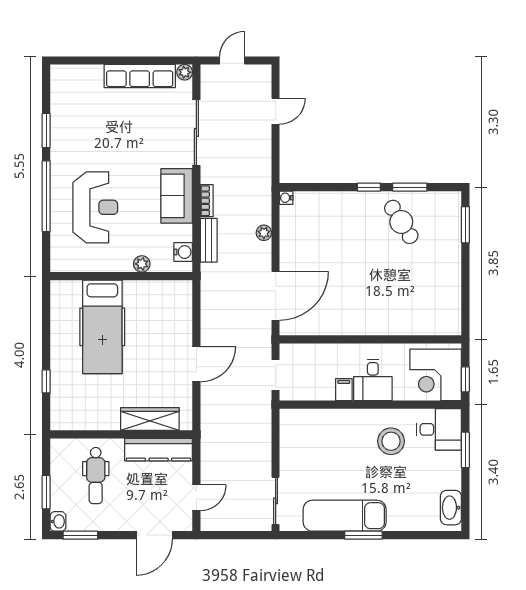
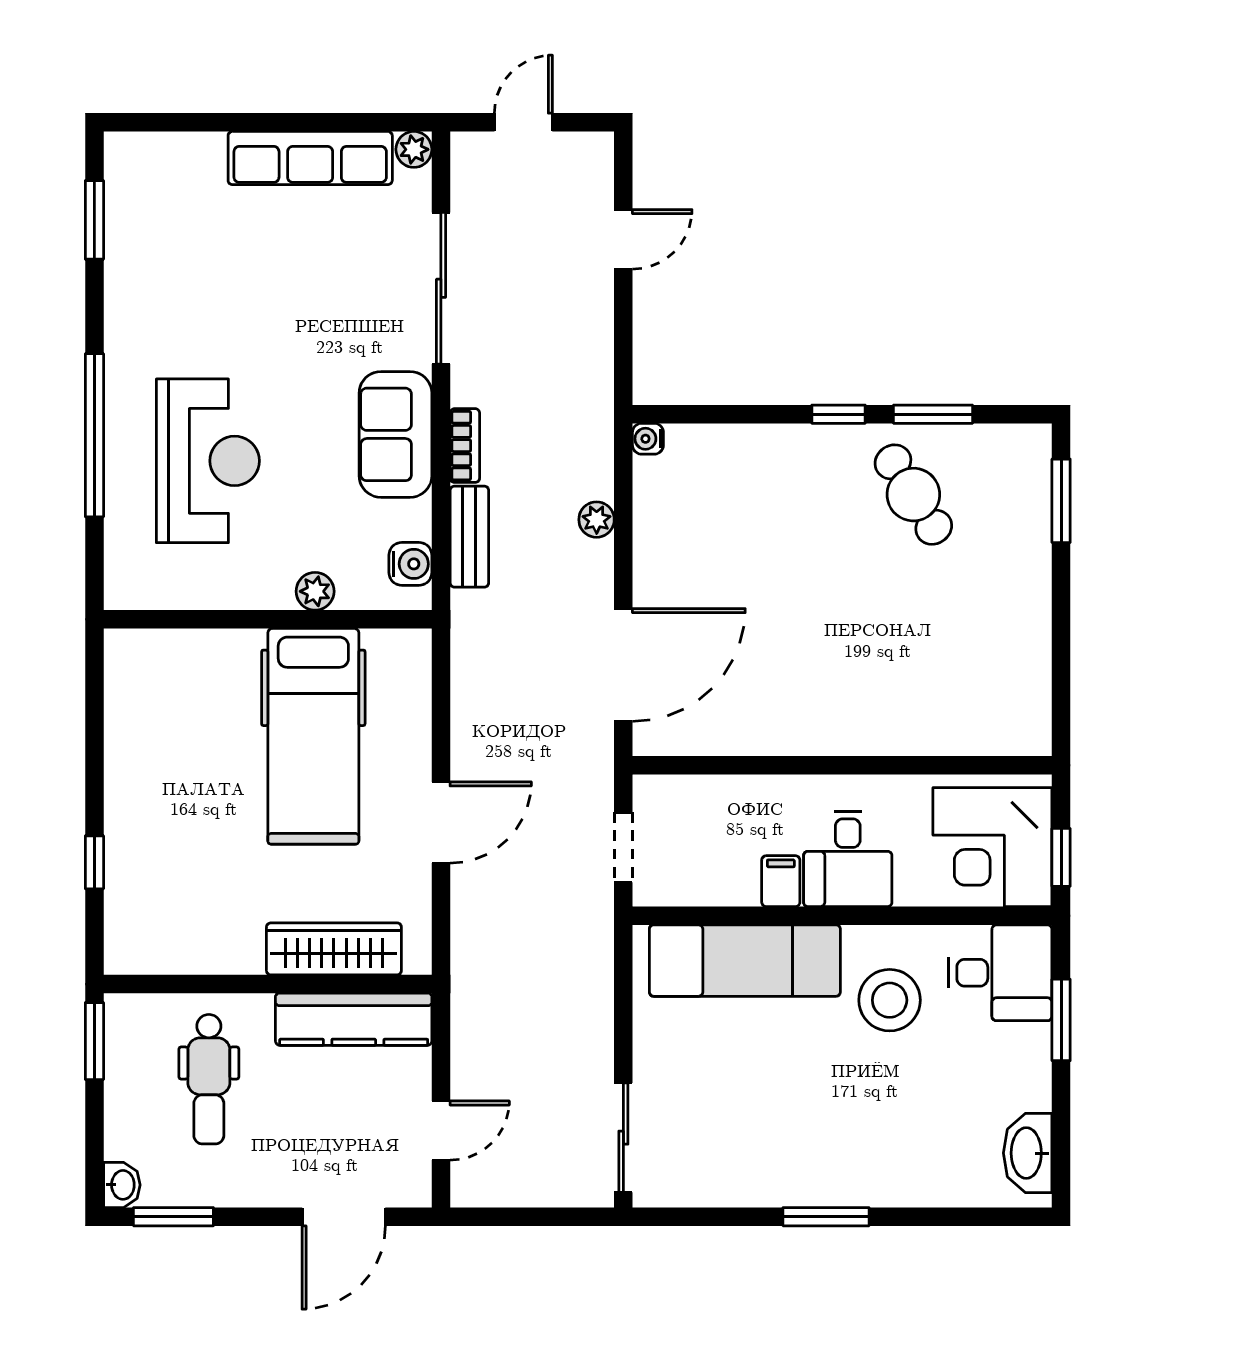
window: (46, 130) -> (94, 220), moved
hospital bed: (102, 327) -> (313, 736), moved
window: (46, 492) -> (94, 1041), moved
exam couch: (345, 516) -> (745, 961), moved, turned 180

